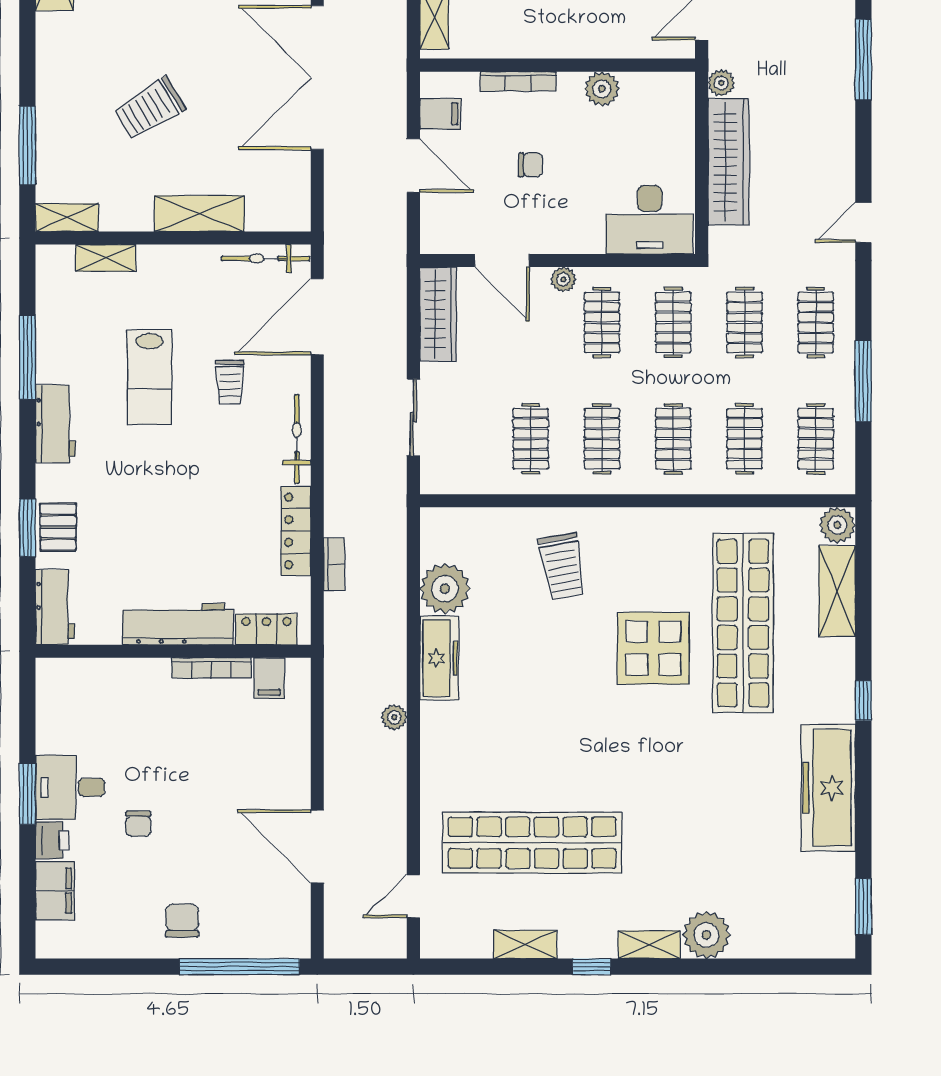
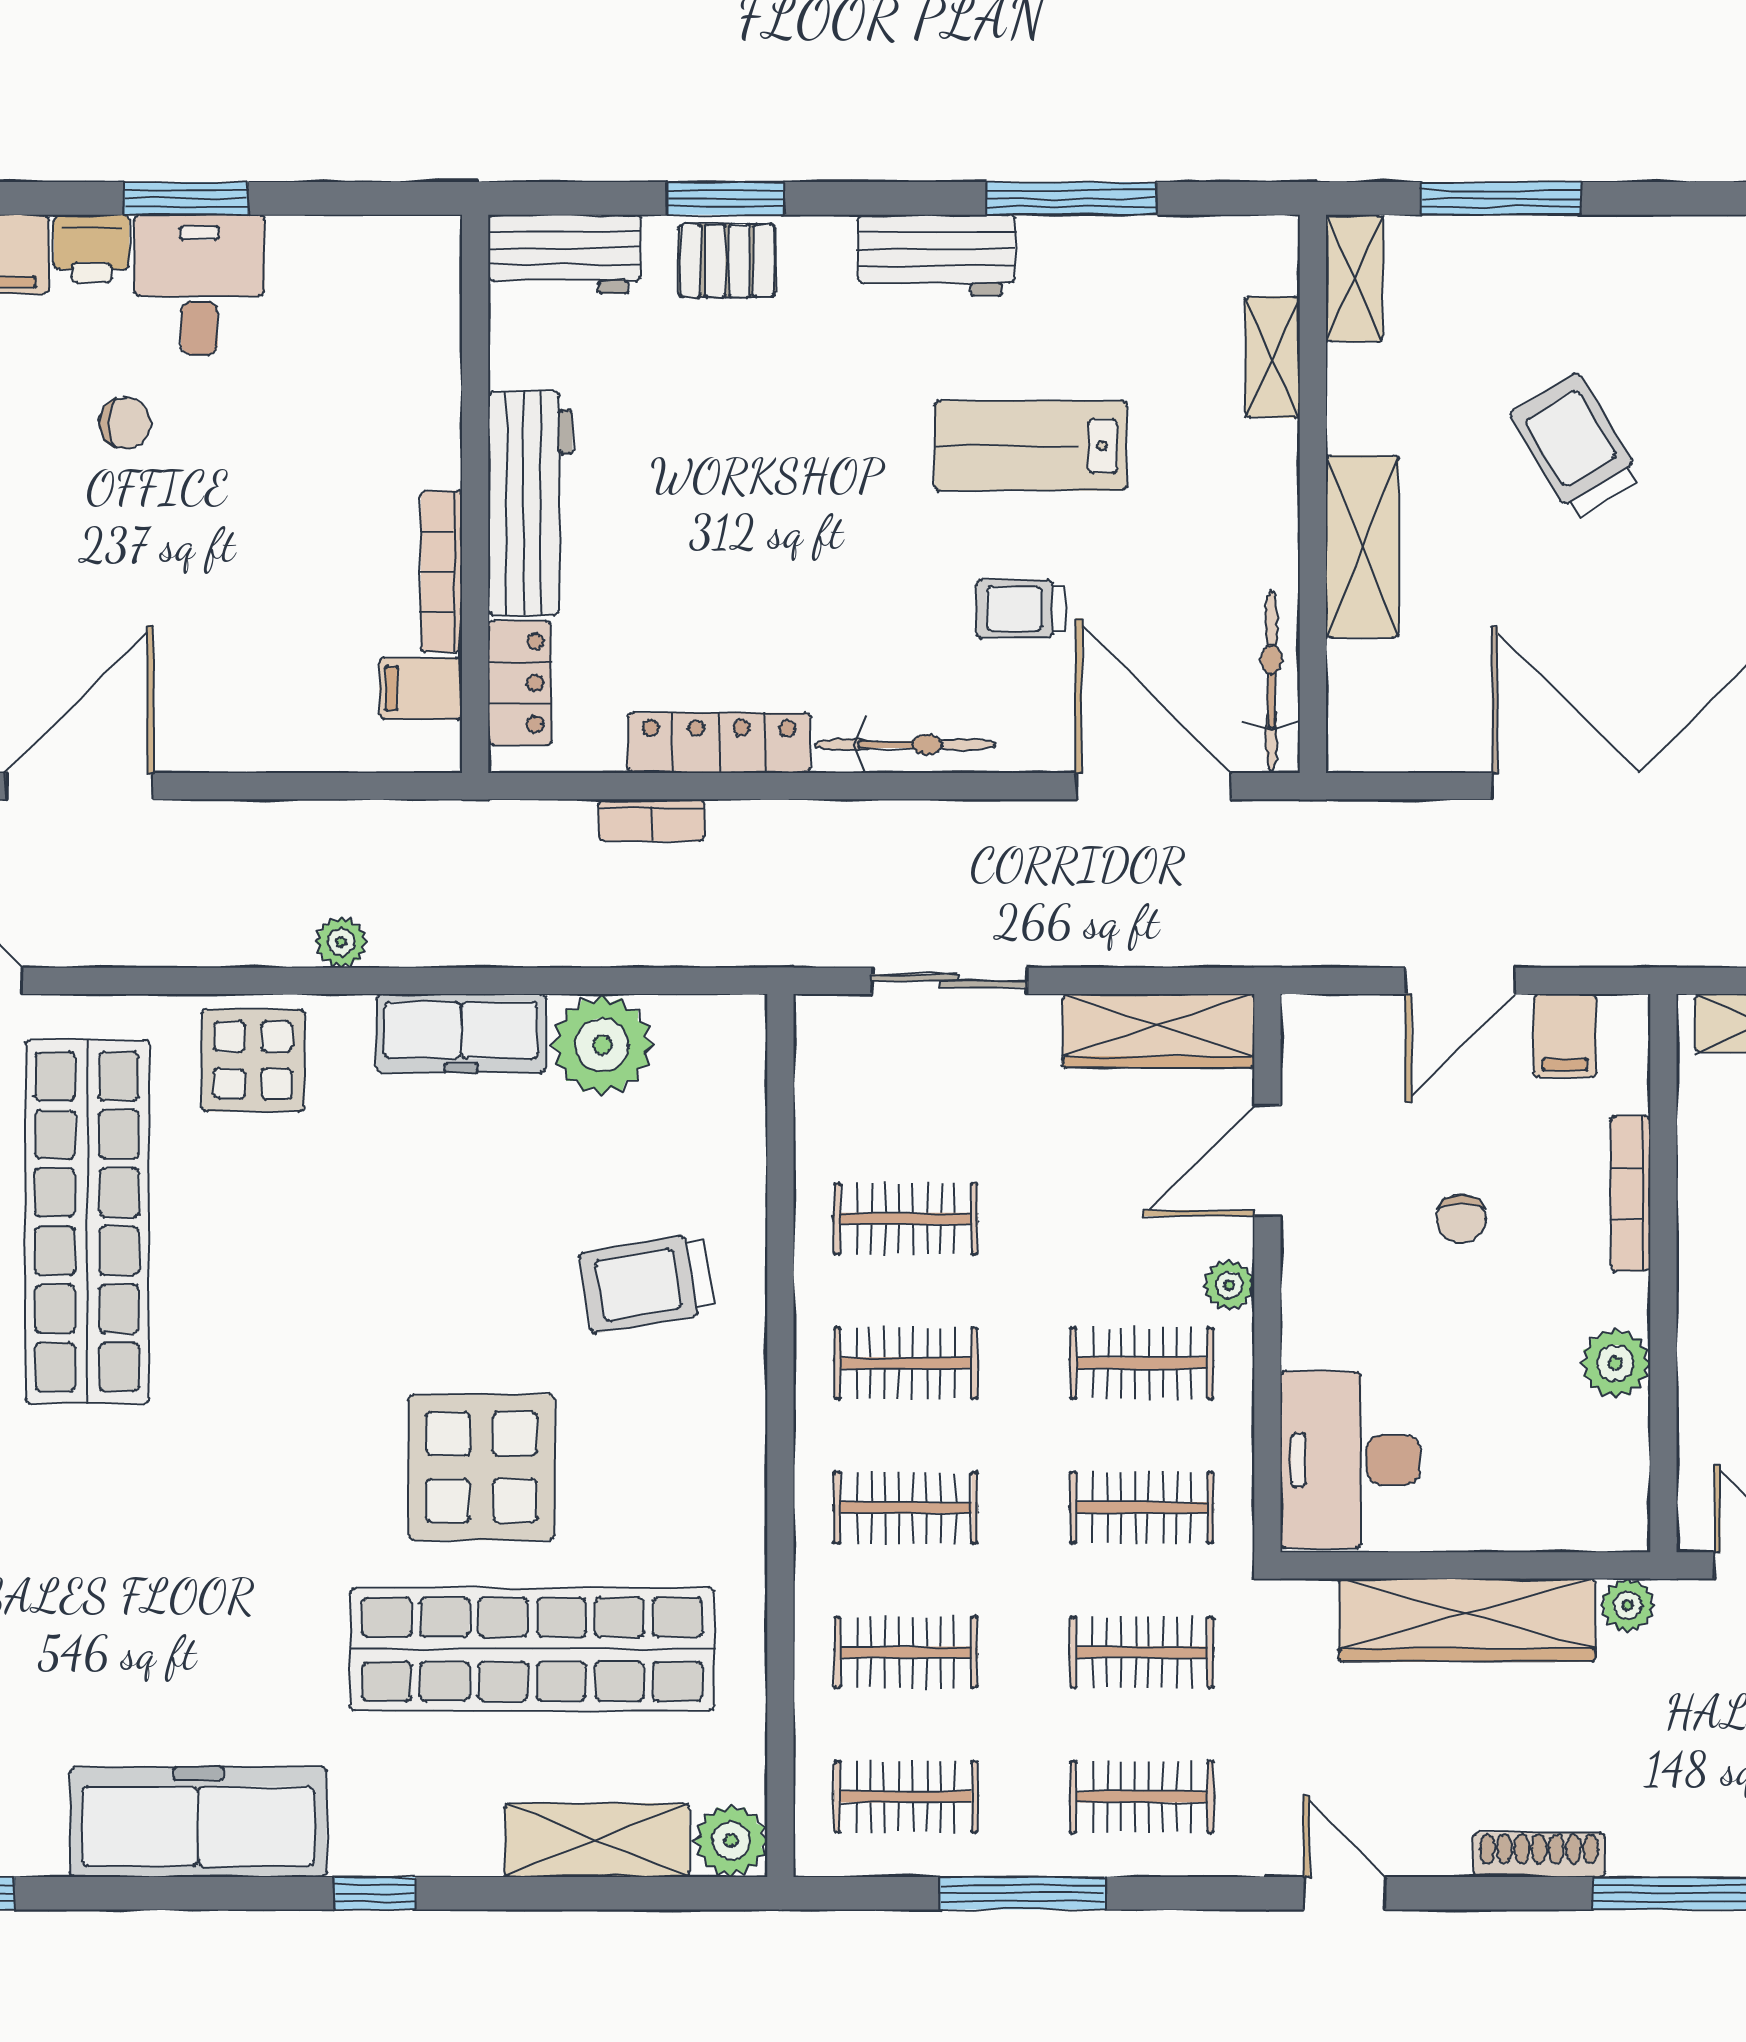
shoe rack: (844, 127) -> (1539, 1855), added
display table: (453, 761) -> (253, 1060), added
chair: (138, 824) -> (125, 423), turned 180

